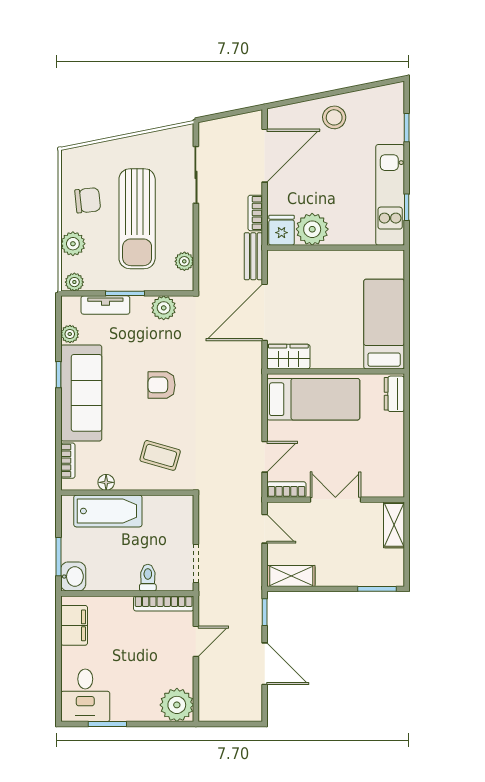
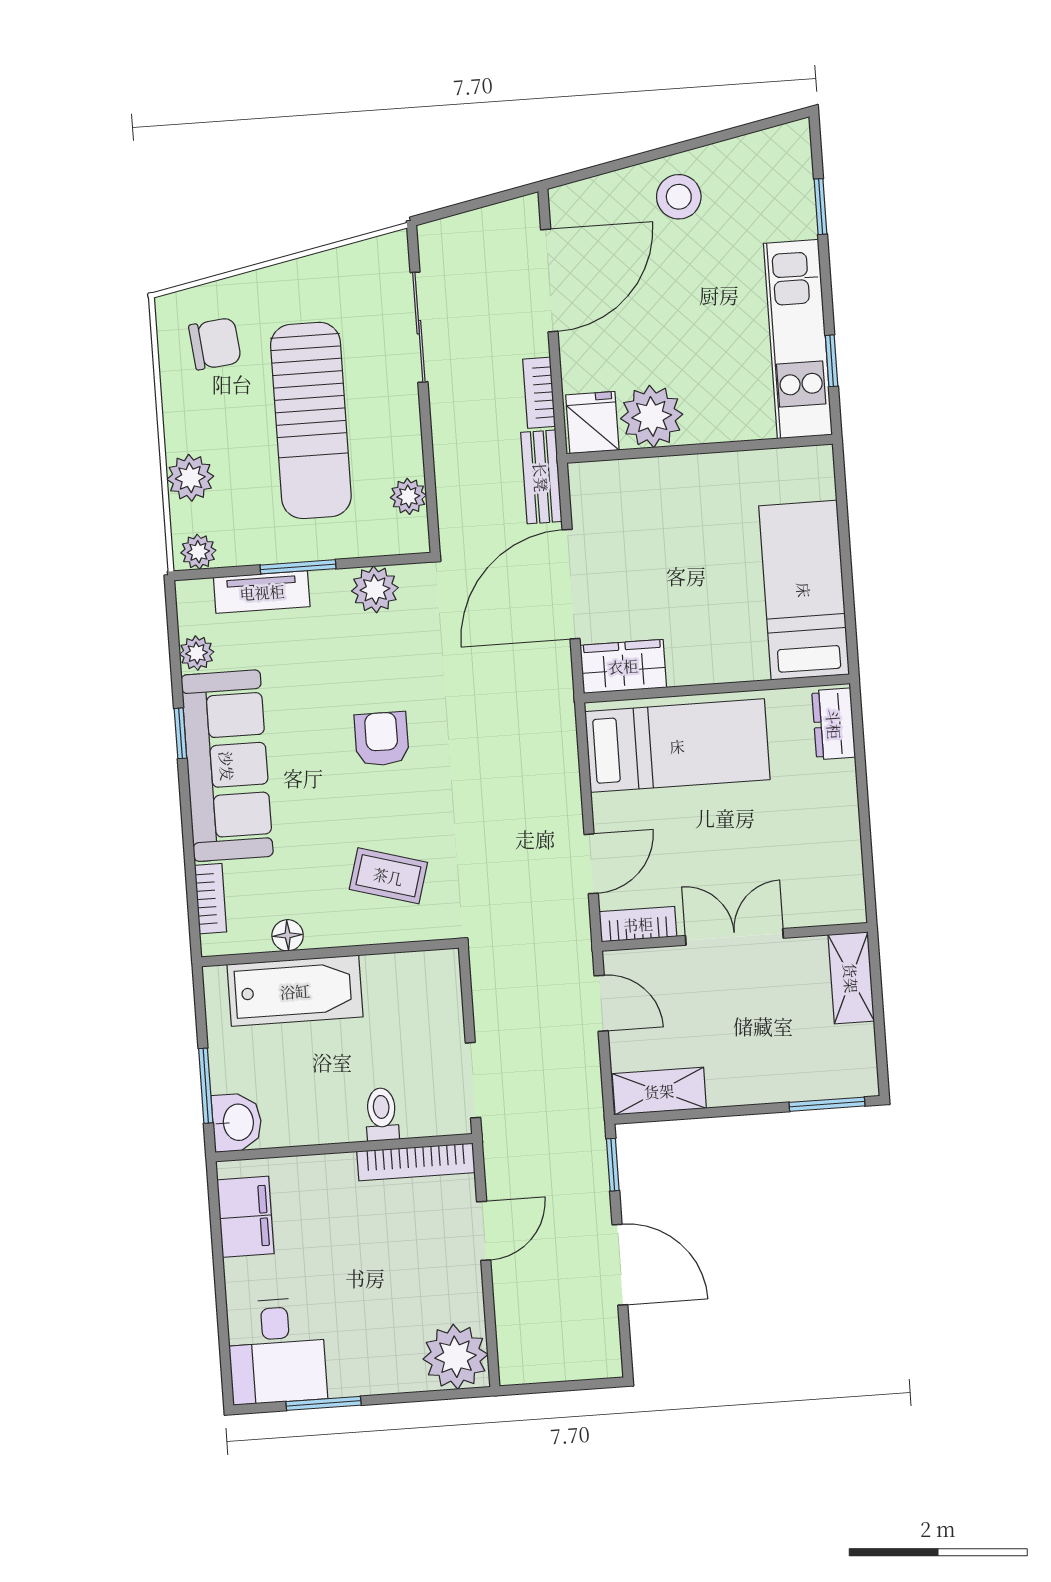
chair: (88, 200) -> (215, 344), moved
armchair: (162, 385) -> (382, 739), turned 90

